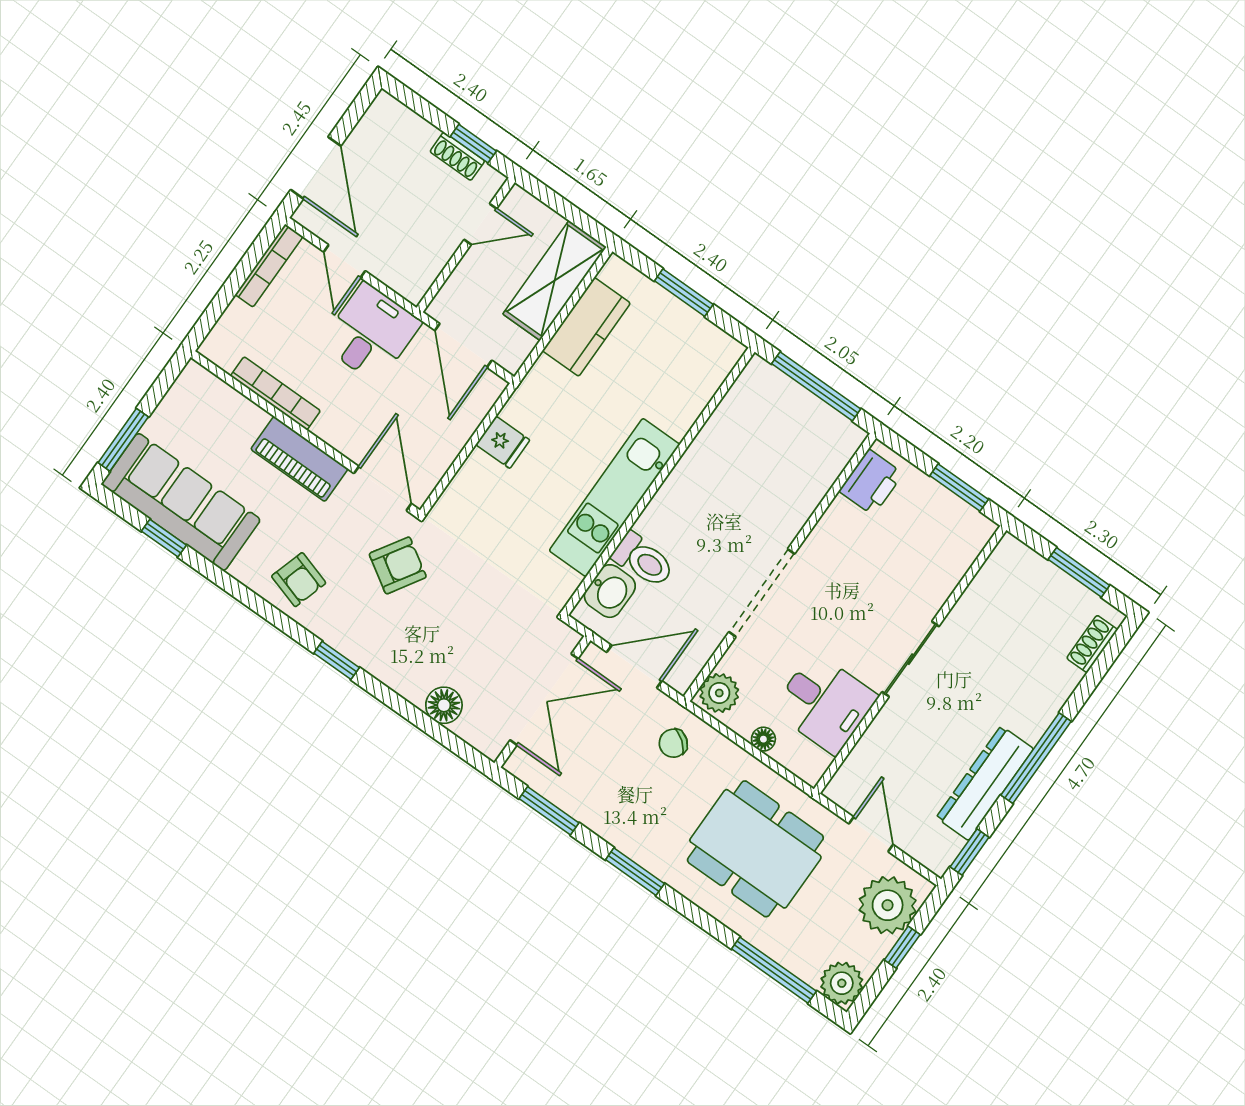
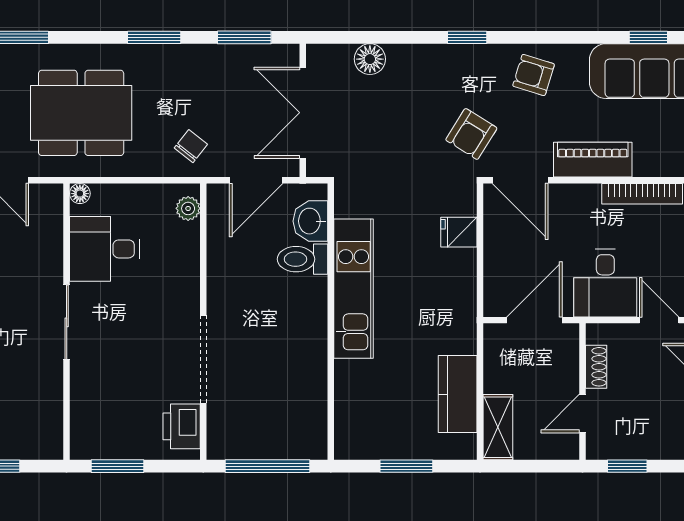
shoe rack: (457, 156) -> (596, 367), moved, turned 90
shelving: (555, 280) -> (498, 427), width x0.67, depth x0.75
door: (463, 345) -> (534, 320), hinge flipped
fridge: (503, 442) -> (459, 232), moved
doorway: (762, 593) -> (203, 359), moved
plant: (719, 693) -> (188, 208), width x0.73, depth x0.73
floor lamp: (763, 739) -> (80, 194), moved

